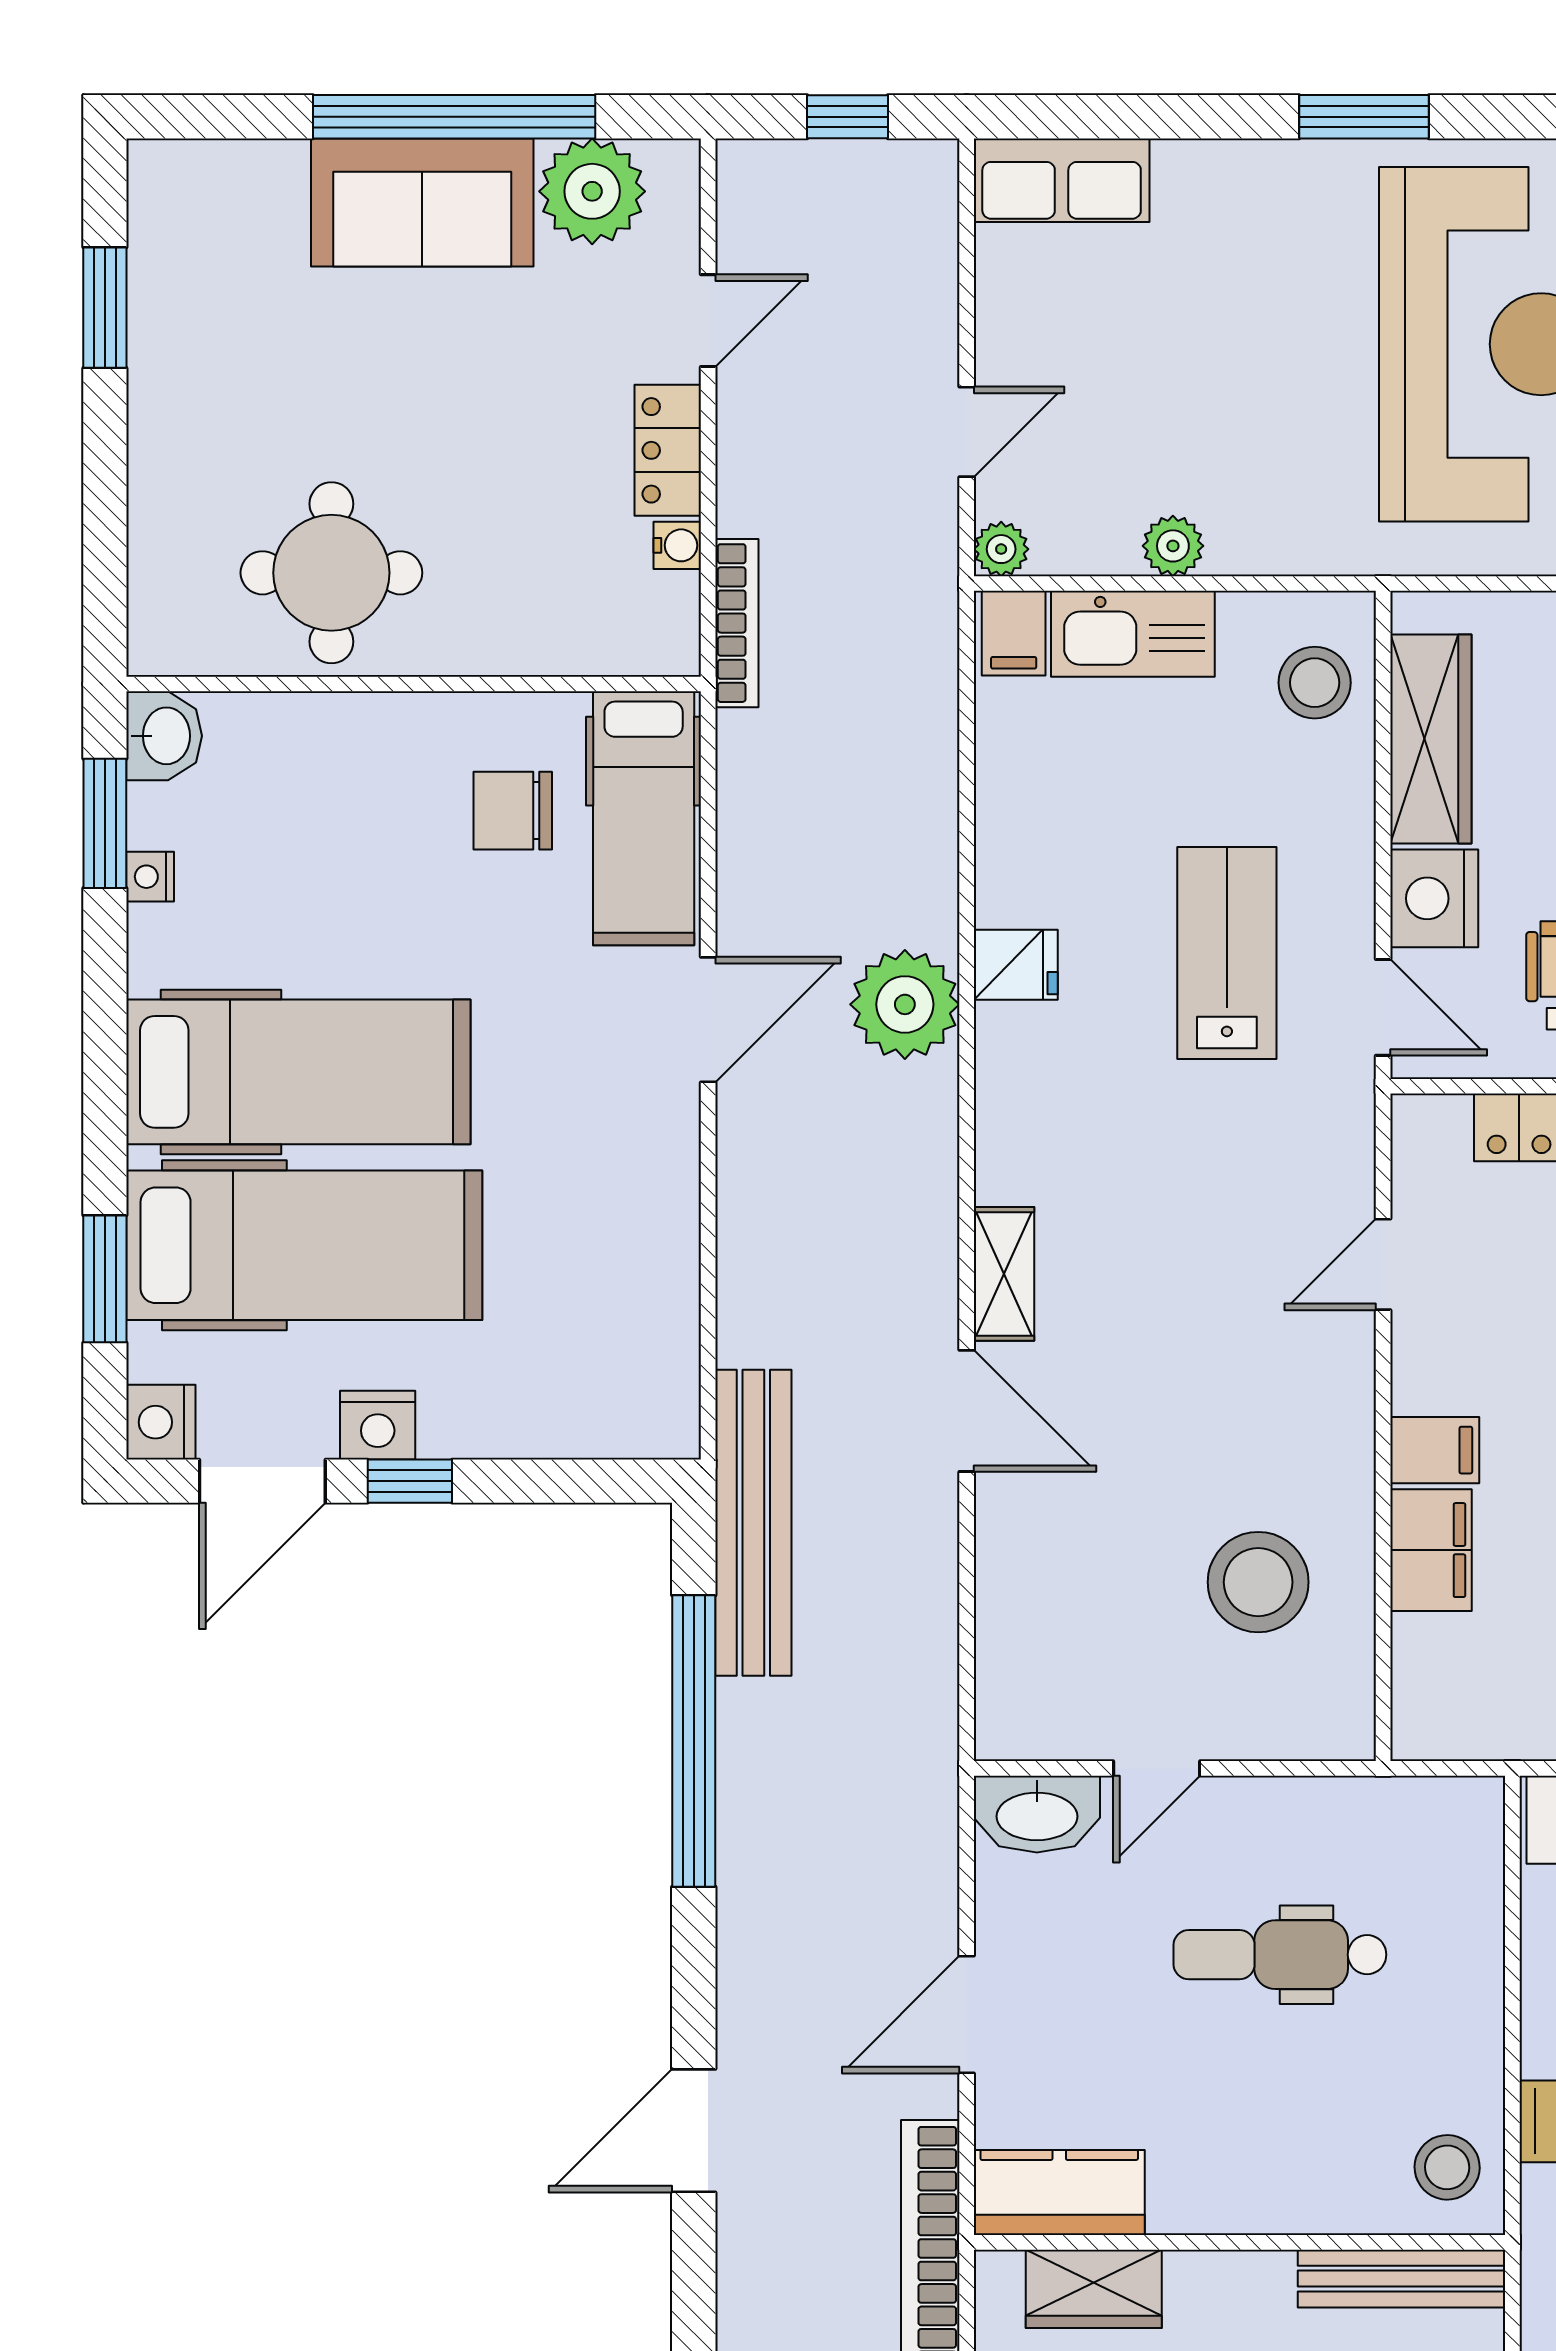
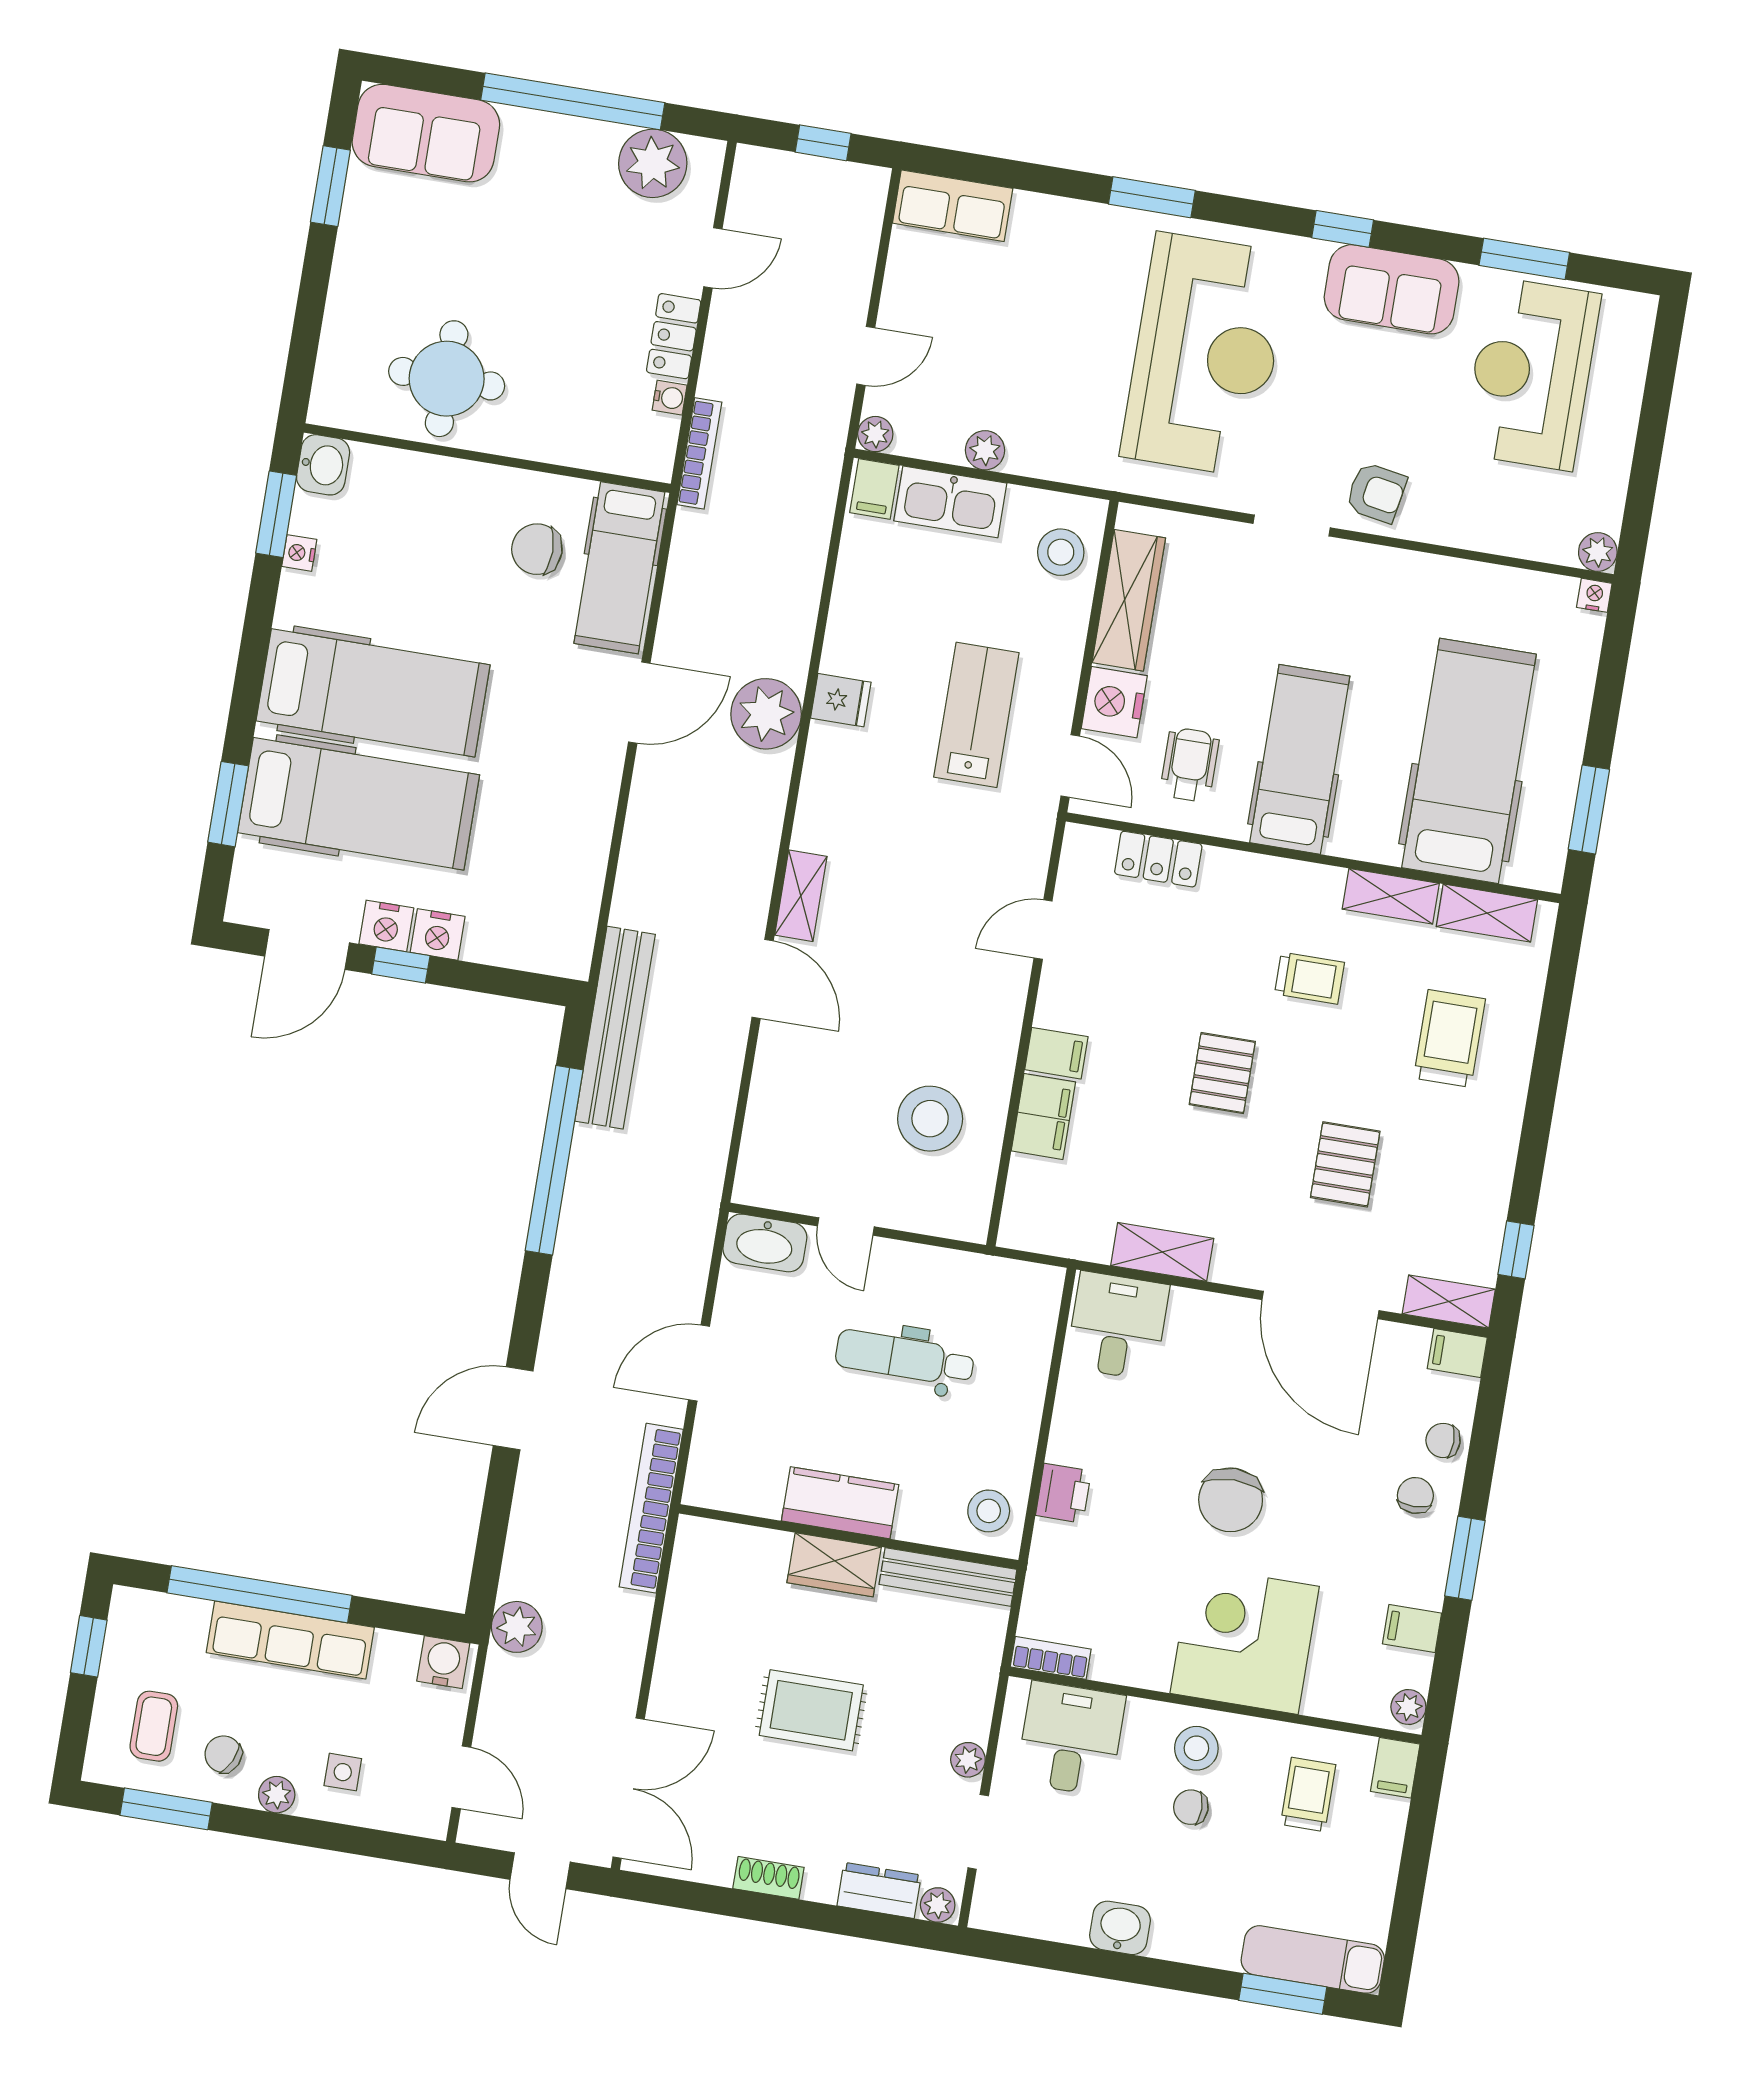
sofa: (422, 202) -> (426, 133), moved
nightstand: (161, 1422) -> (438, 934), moved, turned -90
door: (1157, 1768) -> (846, 1226), hinge flipped
kitchen counter: (1059, 2192) -> (840, 1503), moved
wardrobe: (1094, 2289) -> (834, 1565), moved

